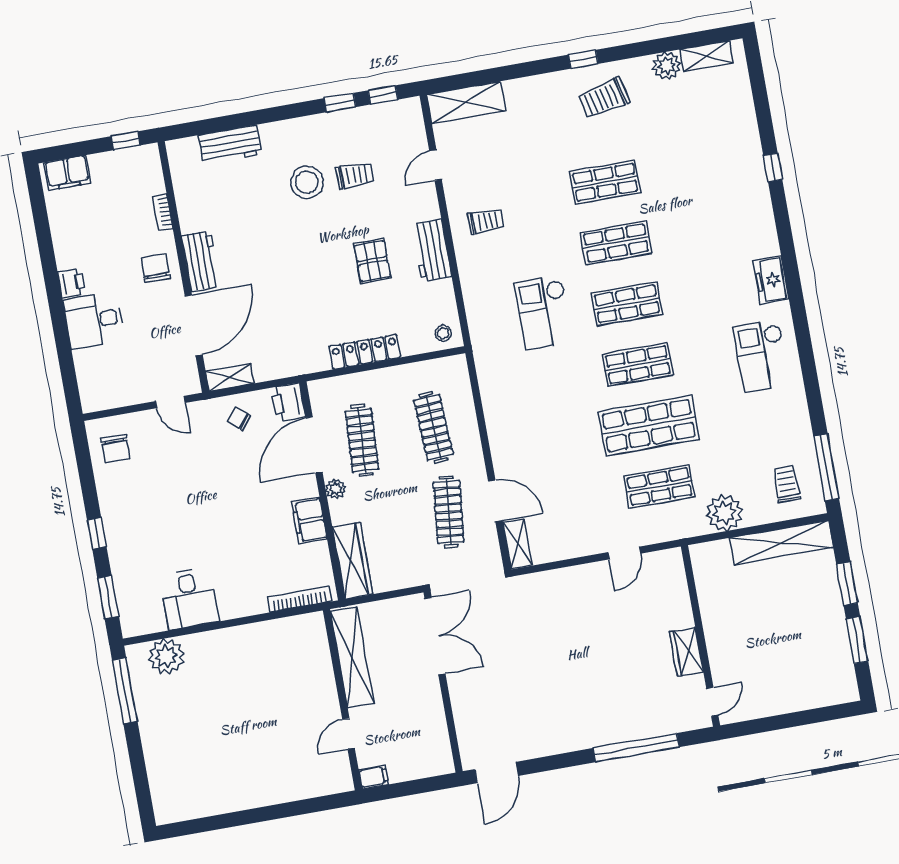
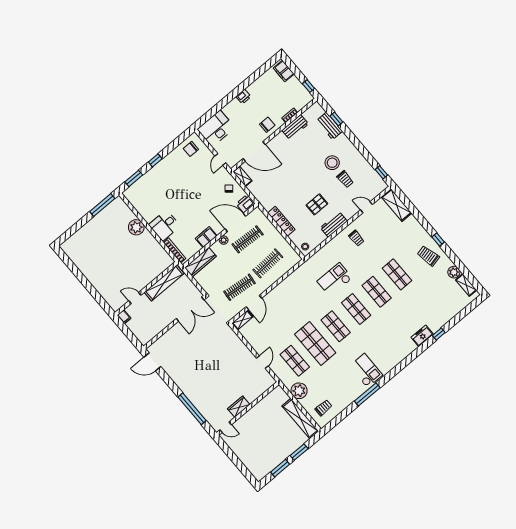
window: (340, 103) -> (336, 119), moved
workbench: (201, 261) -> (295, 127), moved
freezer: (771, 280) -> (422, 336), moved
desk: (94, 320) -> (216, 128), moved, width x1.37
checkout: (762, 356) -> (366, 371), turned 90
window: (826, 467) -> (367, 394), moved
door: (624, 553) -> (262, 362), swing flipped
desk: (189, 599) -> (165, 225), moved
plant: (166, 656) -> (136, 227), moved

